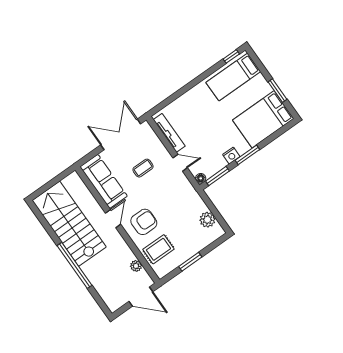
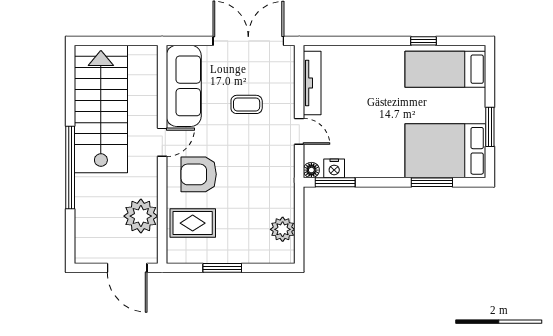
window: (231, 56) -> (424, 41), moved
window: (247, 155) -> (432, 182), moved
nightstand: (231, 156) -> (334, 168), moved
armchair: (144, 222) -> (199, 174), turned 180
plant: (136, 266) -> (141, 216), width x1.87, depth x1.87

